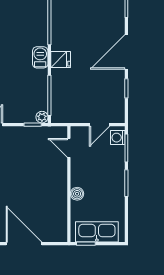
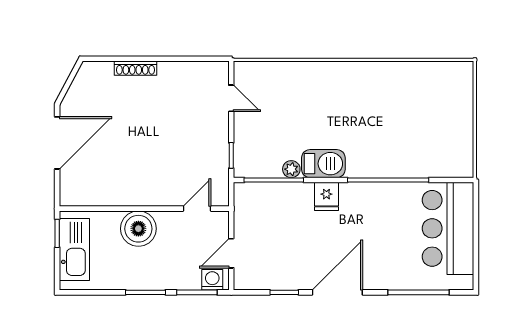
door: (126, 52) -> (337, 292), hinge flipped
barbecue: (40, 57) -> (323, 164), width x1.38, depth x1.27
plant: (42, 117) -> (291, 169), moved
door: (100, 125) -> (231, 253), hinge flipped
boiler: (77, 194) -> (138, 229), width x1.86, depth x1.86

